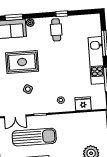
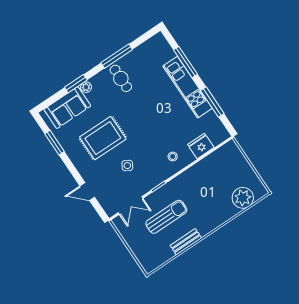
window: (62, 14) -> (117, 56), width x2.17
window: (14, 17) -> (76, 84), moved
sun lounger: (34, 137) -> (166, 217), width x0.73, depth x0.75

